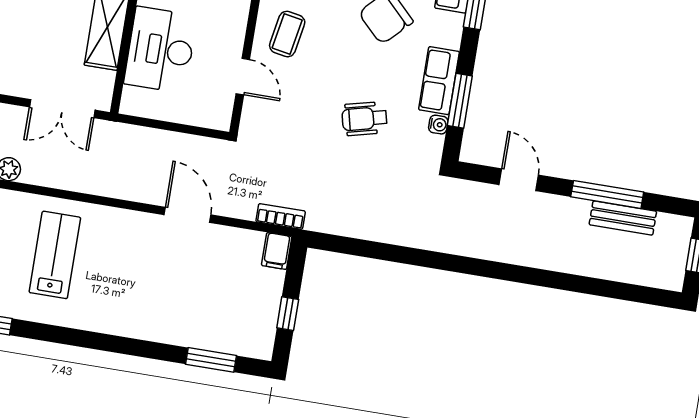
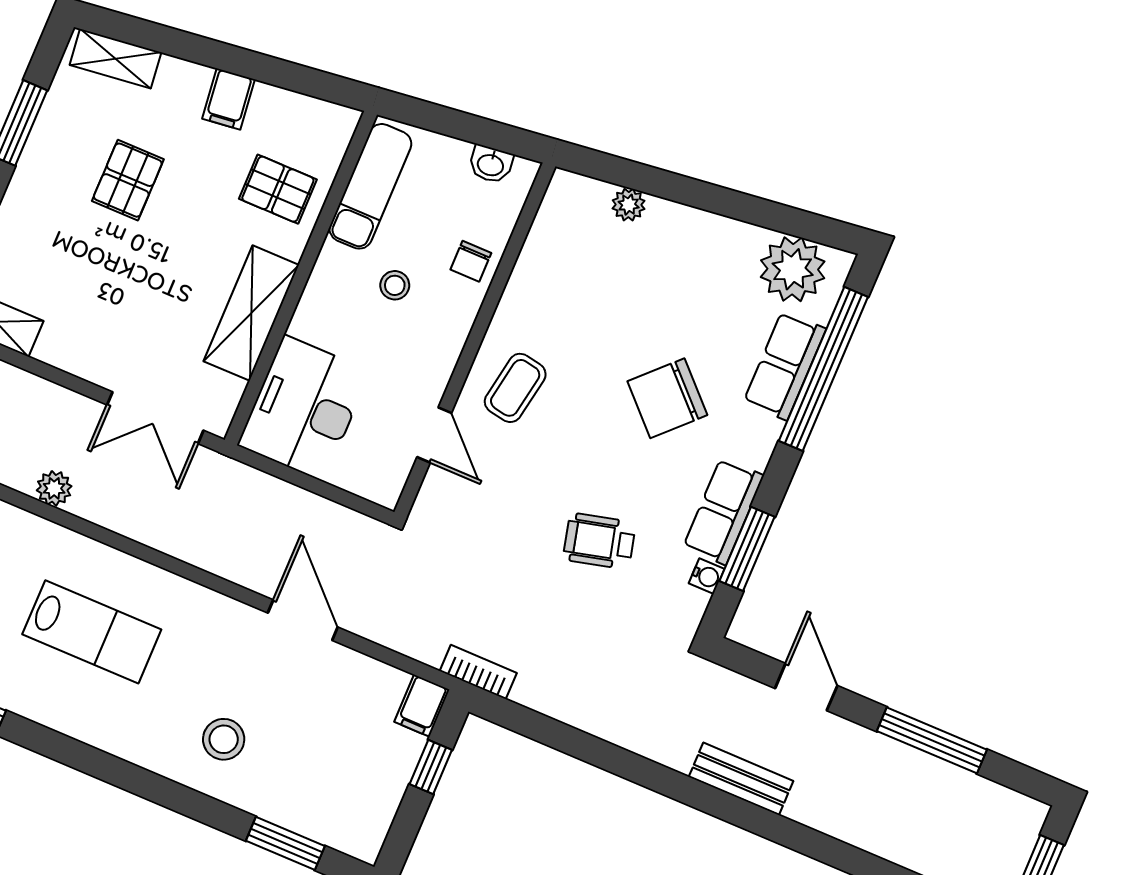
desk: (160, 50) -> (304, 408), moved
bookcase: (281, 216) -> (478, 672), moved
bench: (623, 218) -> (741, 779), moved
lab bench: (55, 255) -> (92, 632), turned 90
stool: (155, 303) -> (224, 739), added
window: (288, 314) -> (431, 767), moved

